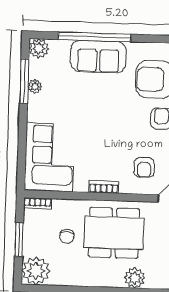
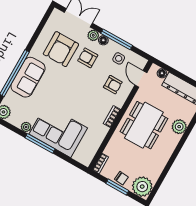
window: (24, 81) -> (40, 143), moved
corner sofa: (50, 157) -> (58, 131), moved
chair: (67, 236) -> (121, 178), moved

